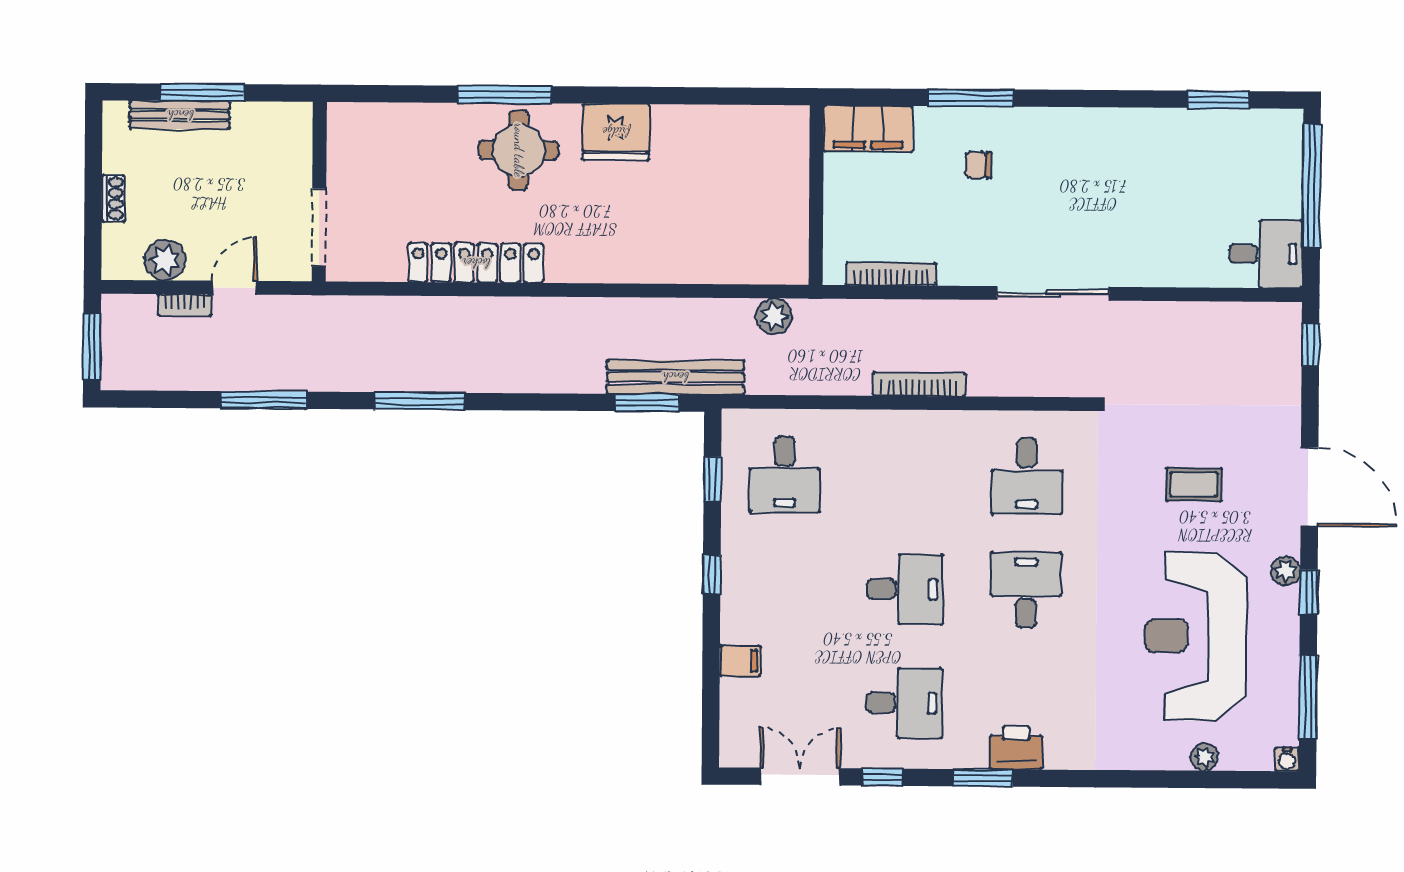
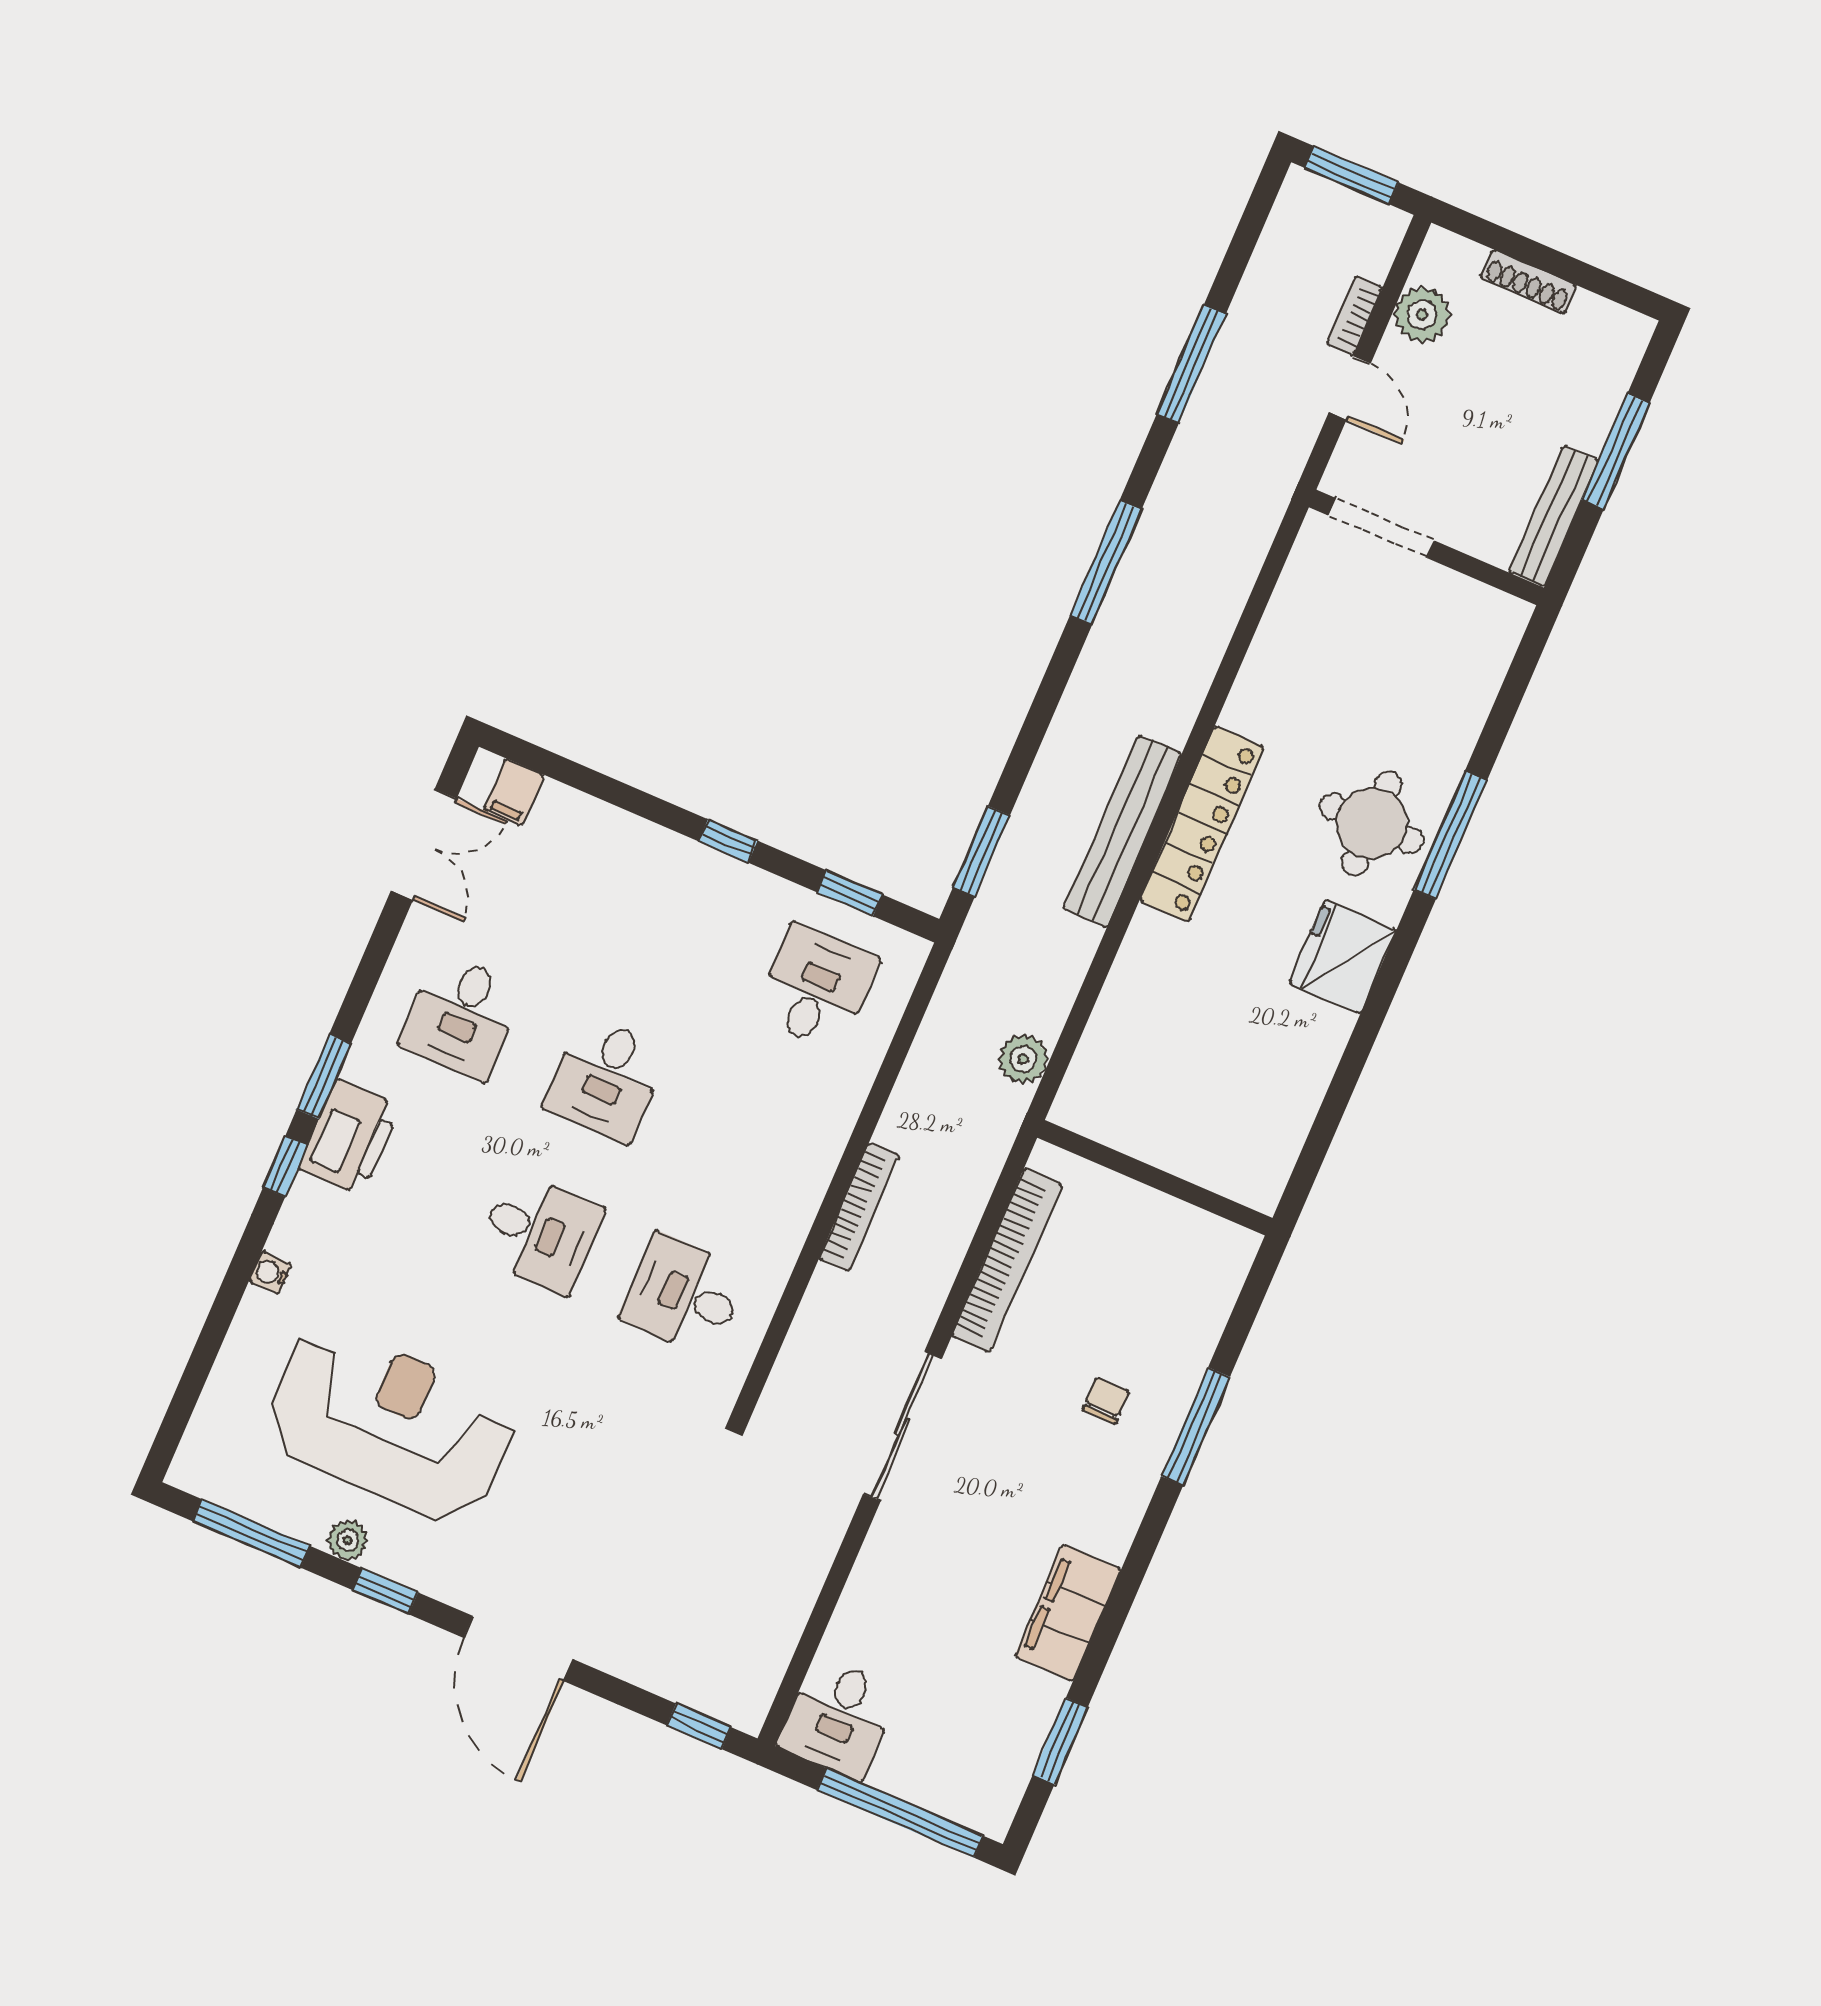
bench: (180, 115) -> (1554, 516), moved
filing cabinet: (868, 129) -> (1068, 1613), moved
shoe rack: (113, 198) -> (1528, 281), width x1.43
locker: (476, 263) -> (1202, 824), moved
bookcase: (891, 274) -> (1007, 1260), width x1.48, depth x1.31
bench: (675, 377) -> (1123, 831), moved
desk: (785, 475) -> (816, 987), turned 90
coffee table: (1194, 484) -> (584, 1503), removed
door: (1309, 487) -> (518, 1649), hinge flipped
plant: (1286, 571) -> (348, 1540), moved
filing cabinet: (740, 661) -> (514, 792), moved
printer: (1016, 748) -> (349, 1137), width x1.37, depth x1.19
plant: (1204, 757) -> (231, 1370), removed
water cooler: (1287, 760) -> (270, 1273), moved
window: (883, 777) -> (285, 1166), moved

